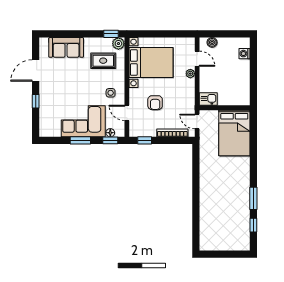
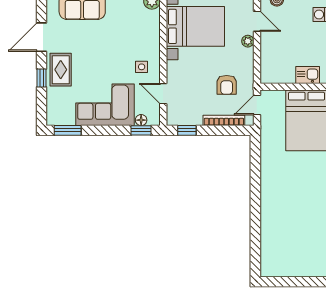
rug: (103, 61) -> (61, 70), moved, turned 90
kitchen sink: (208, 99) -> (308, 75), moved
armchair: (155, 103) -> (227, 85), moved
door: (197, 122) -> (257, 105), hinge flipped
window: (80, 140) -> (68, 130), moved

